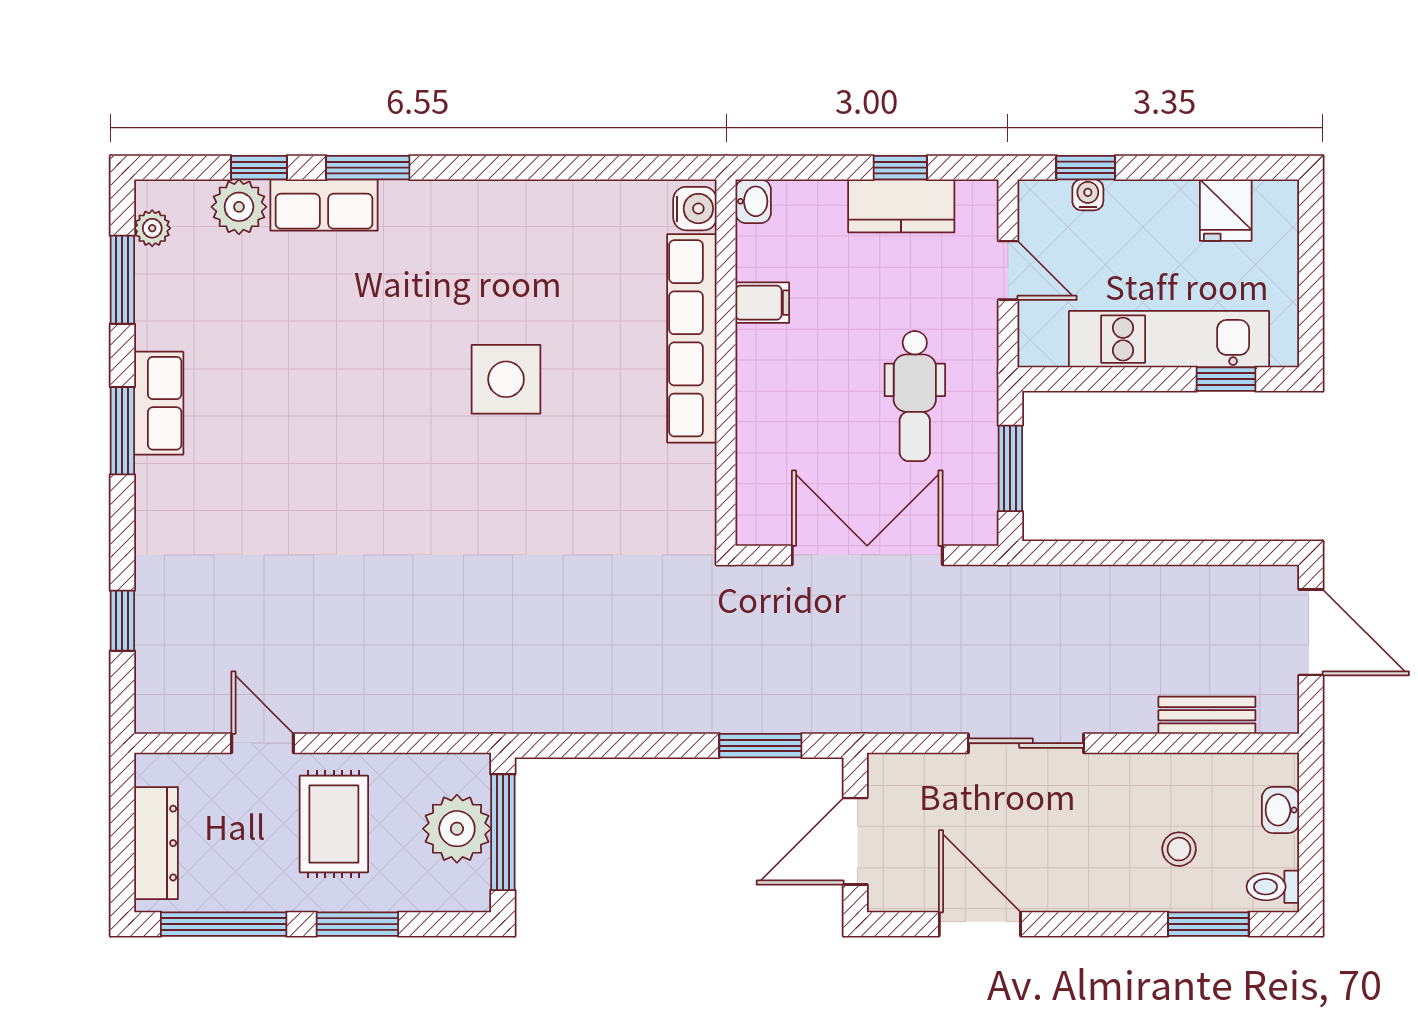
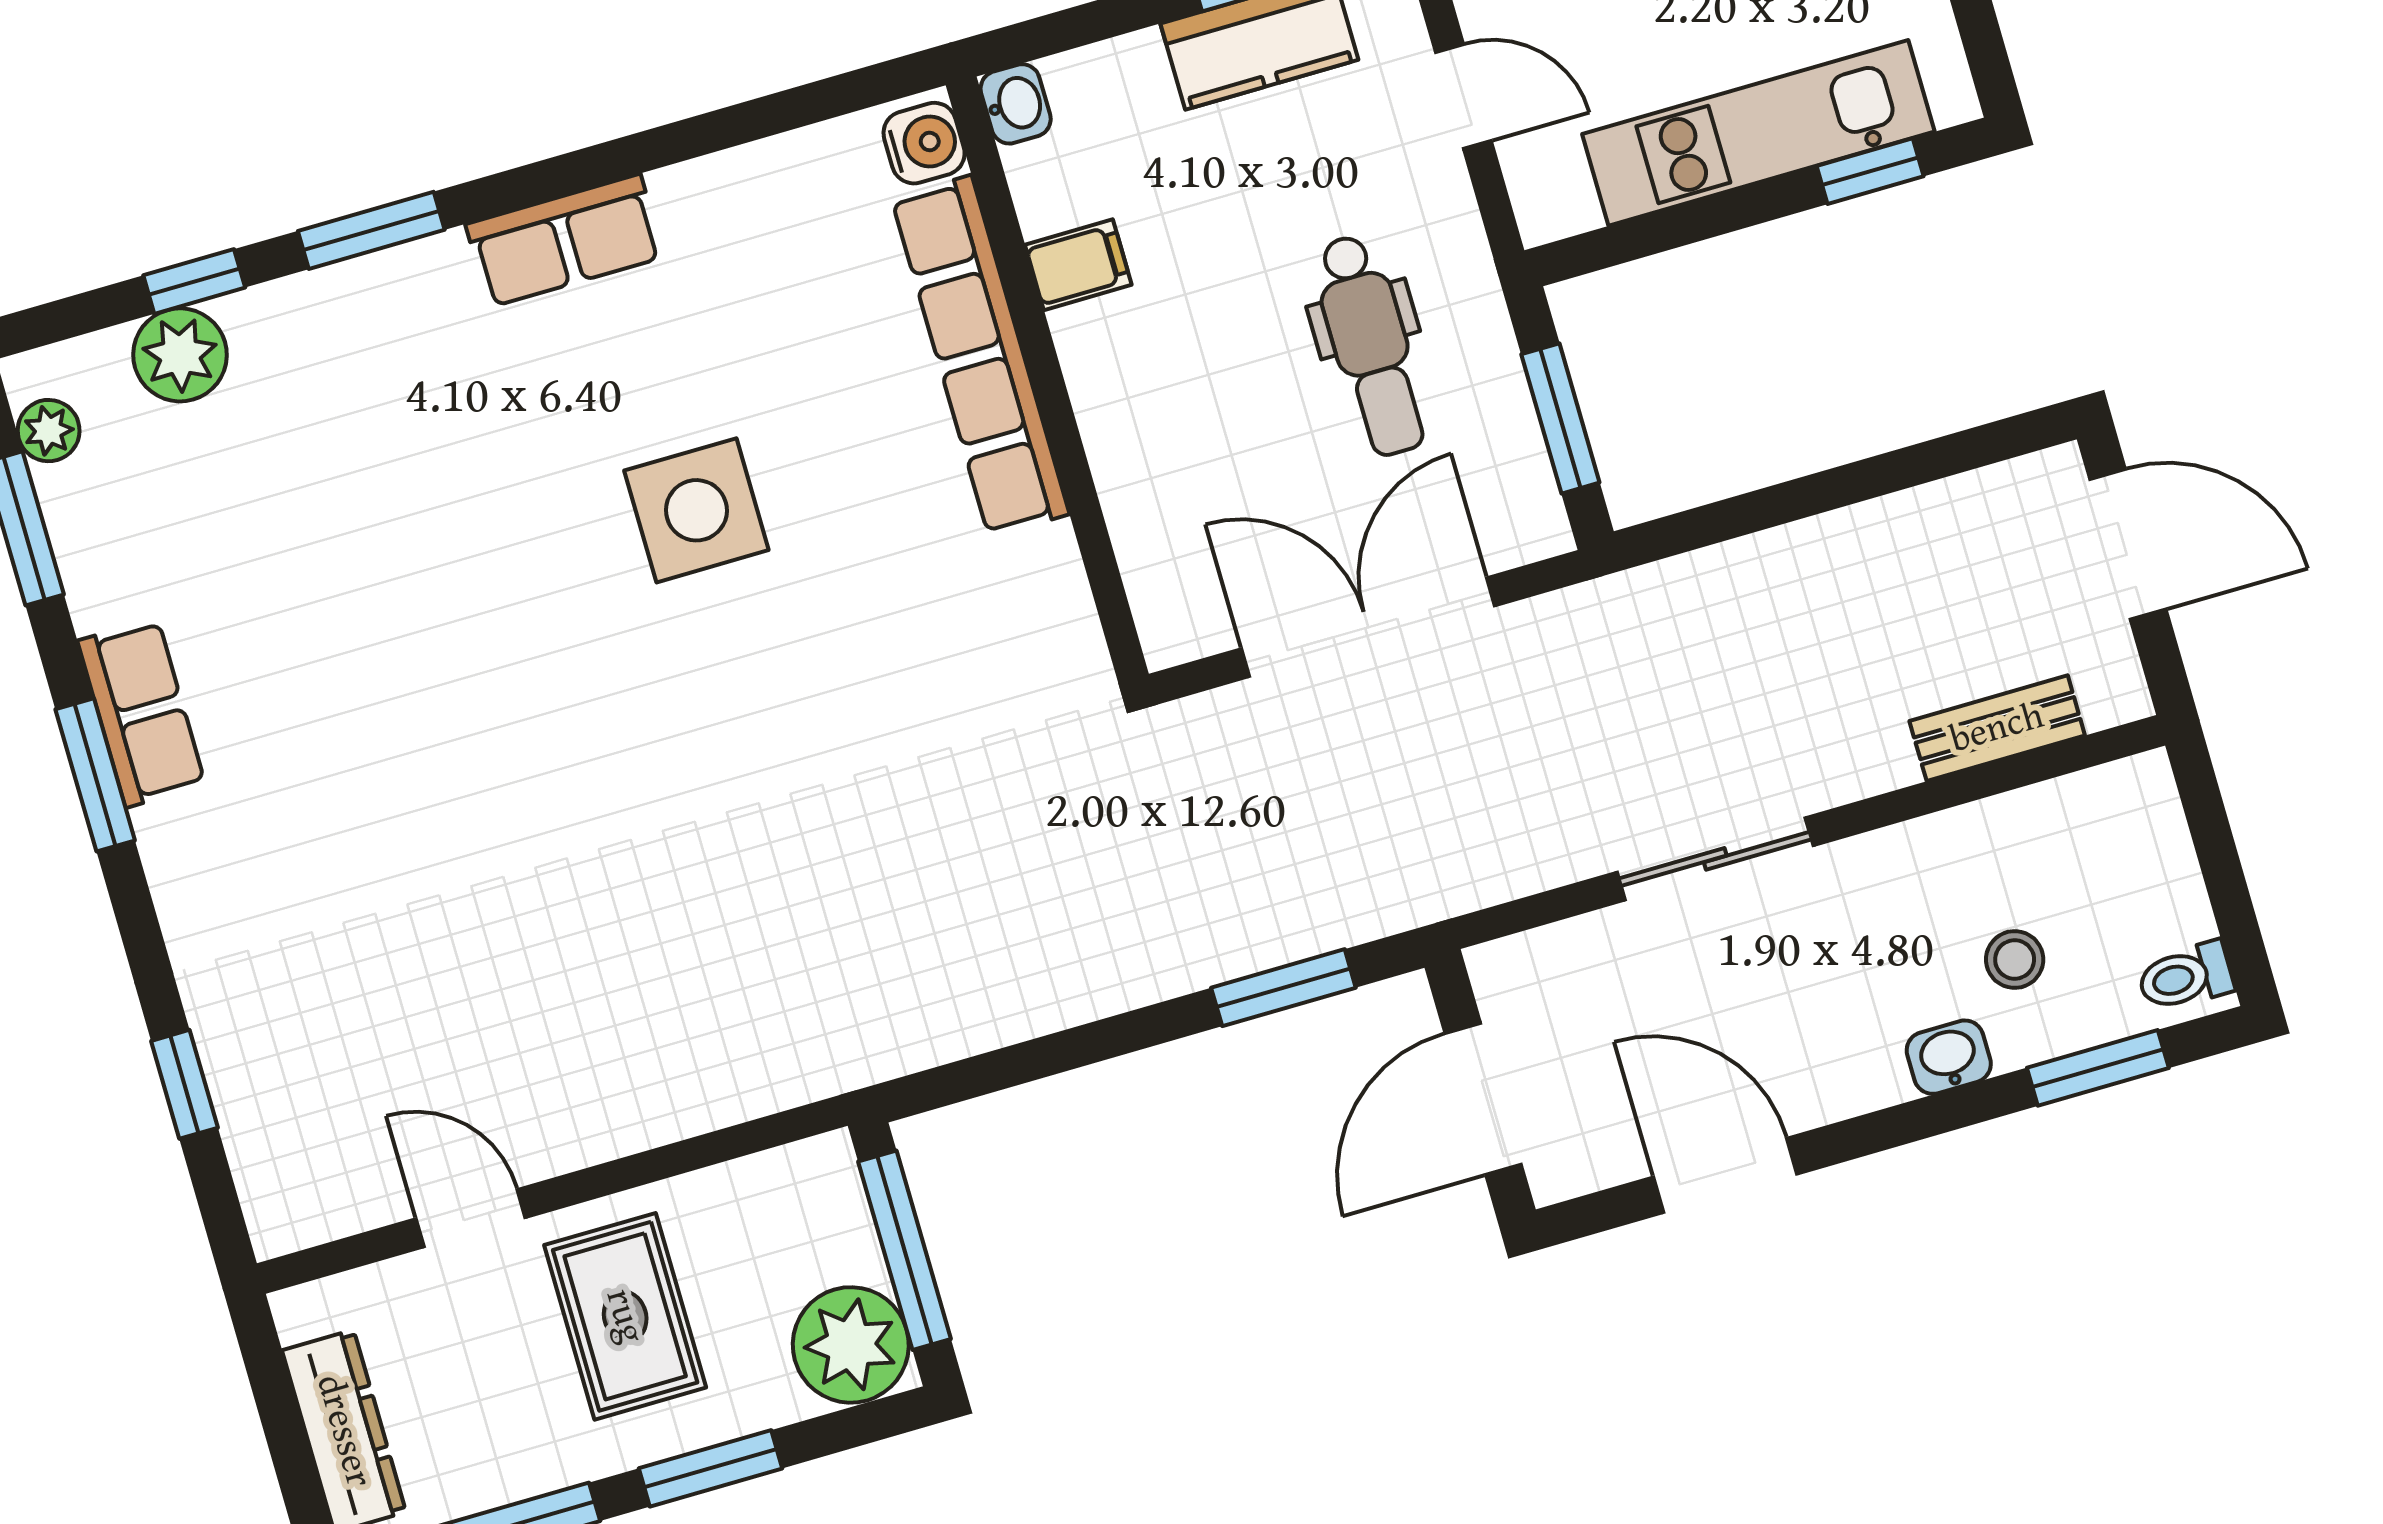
row of seats: (324, 205) -> (565, 241), moved
washbasin: (1281, 810) -> (1949, 1057), moved, turned 90
plant: (457, 829) -> (851, 1345), moved

